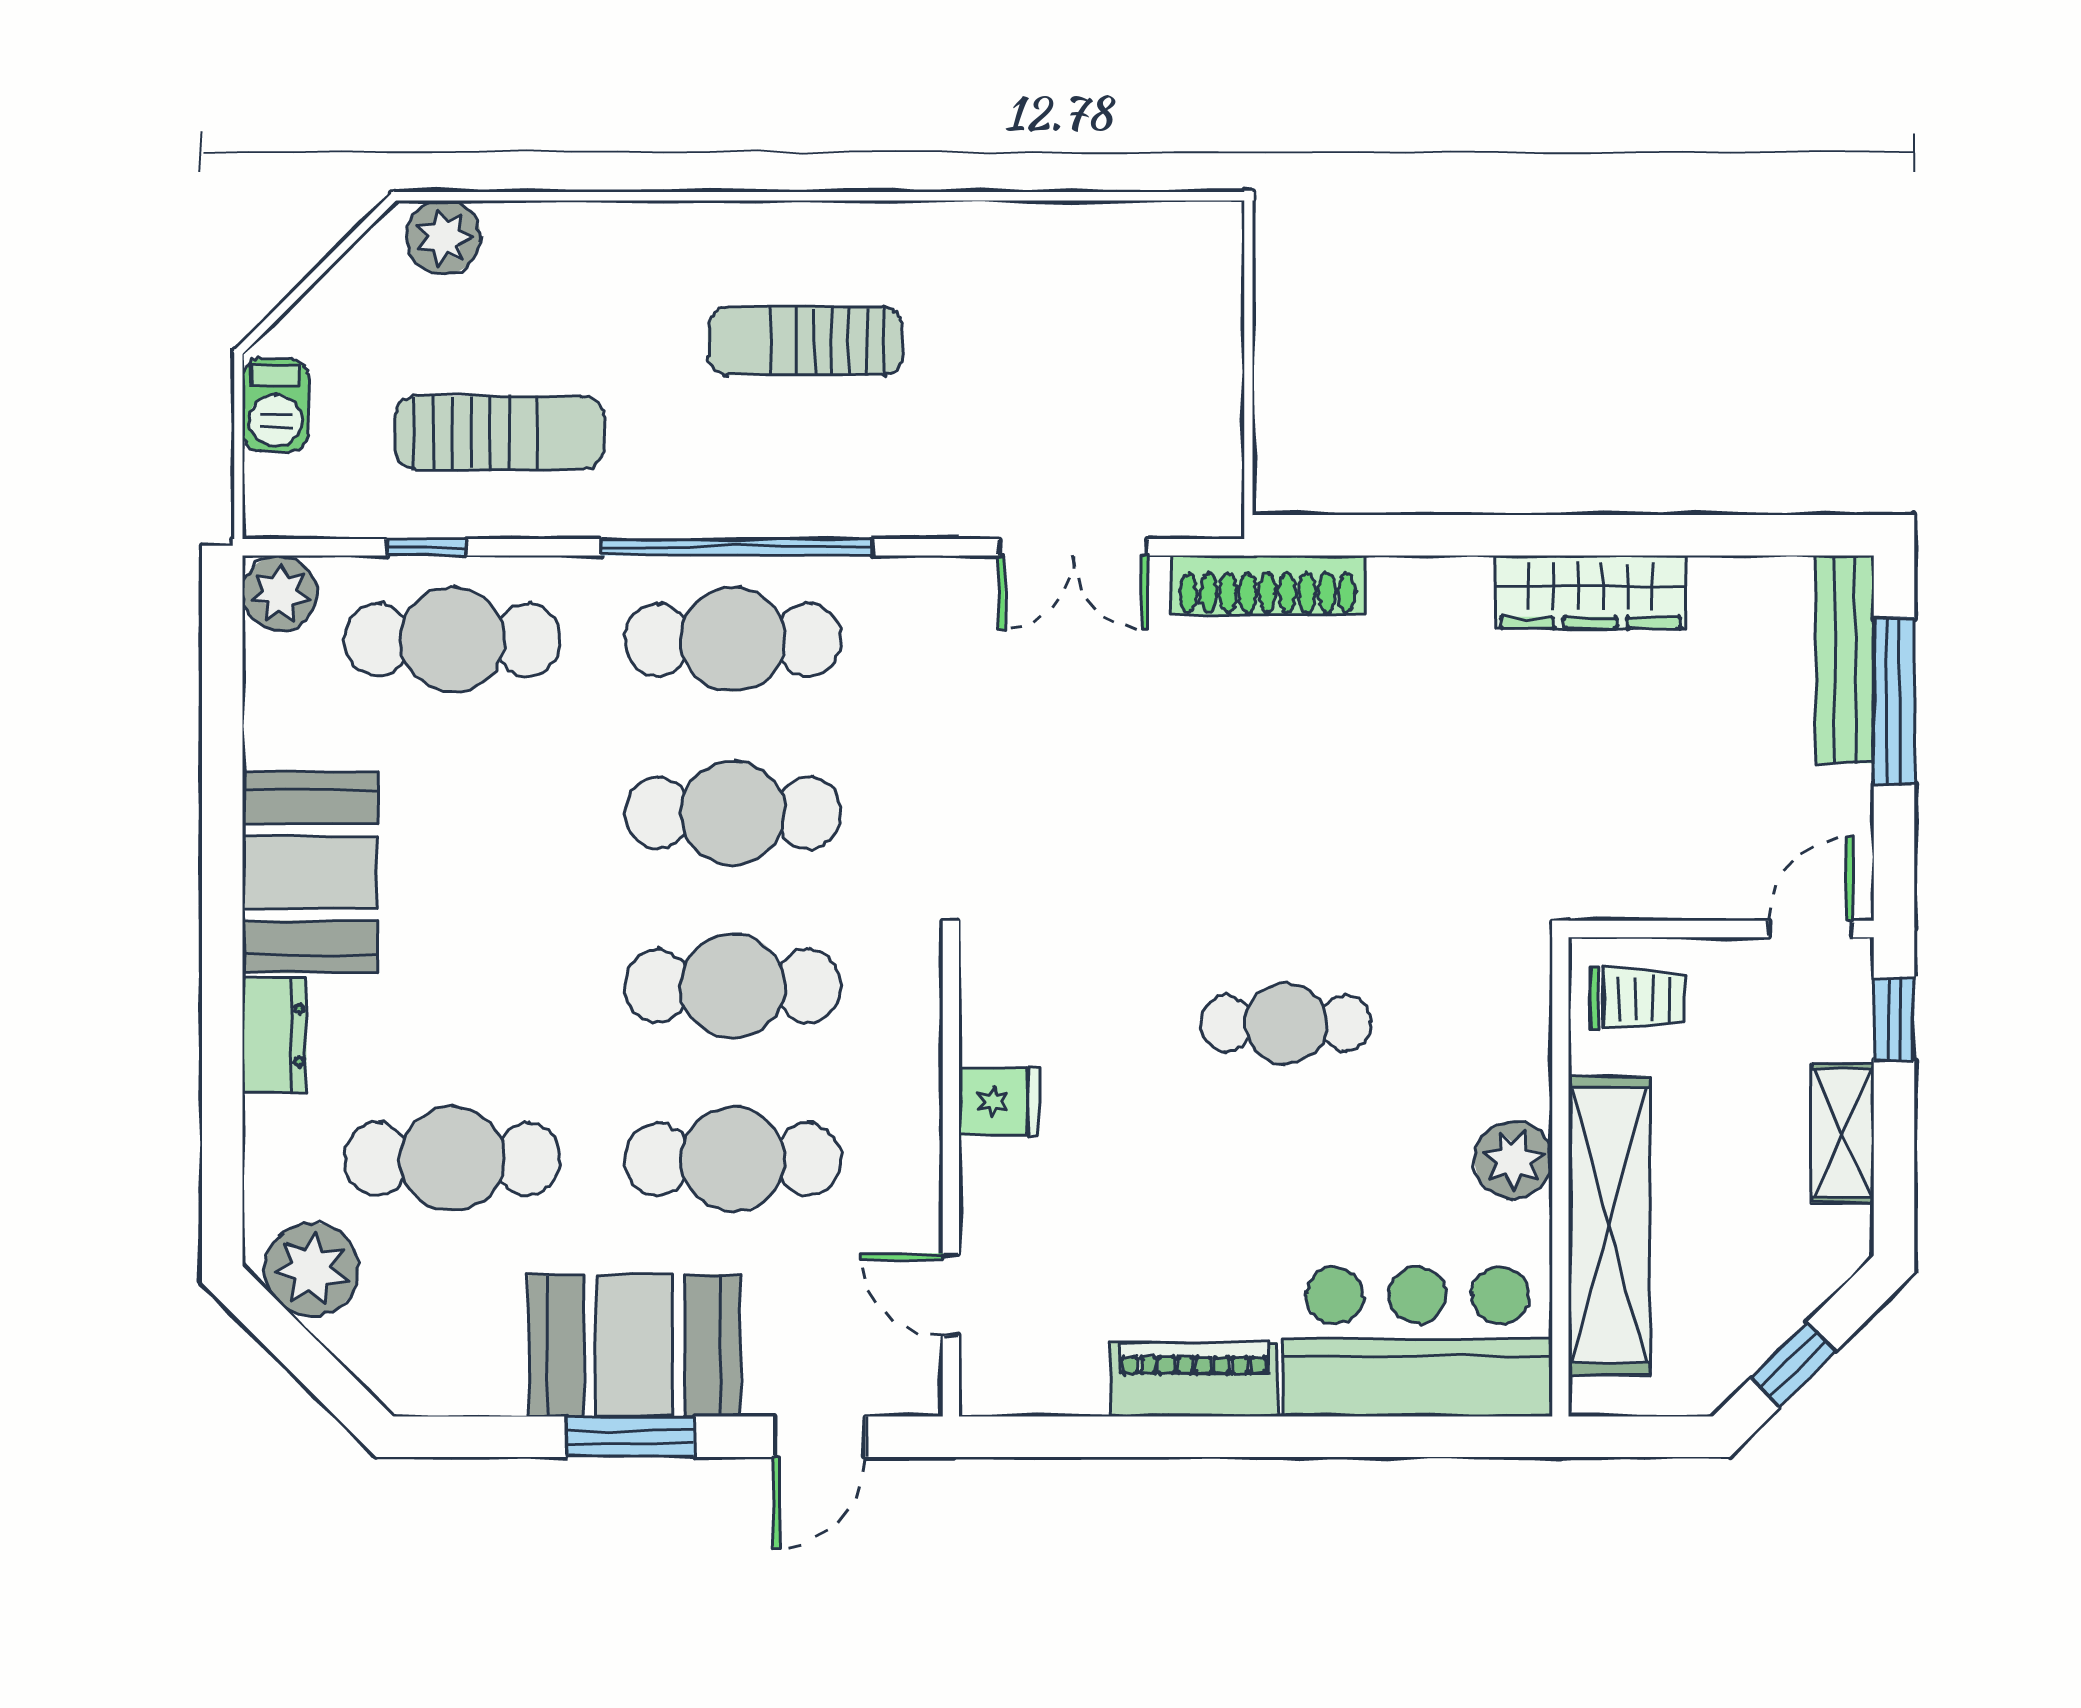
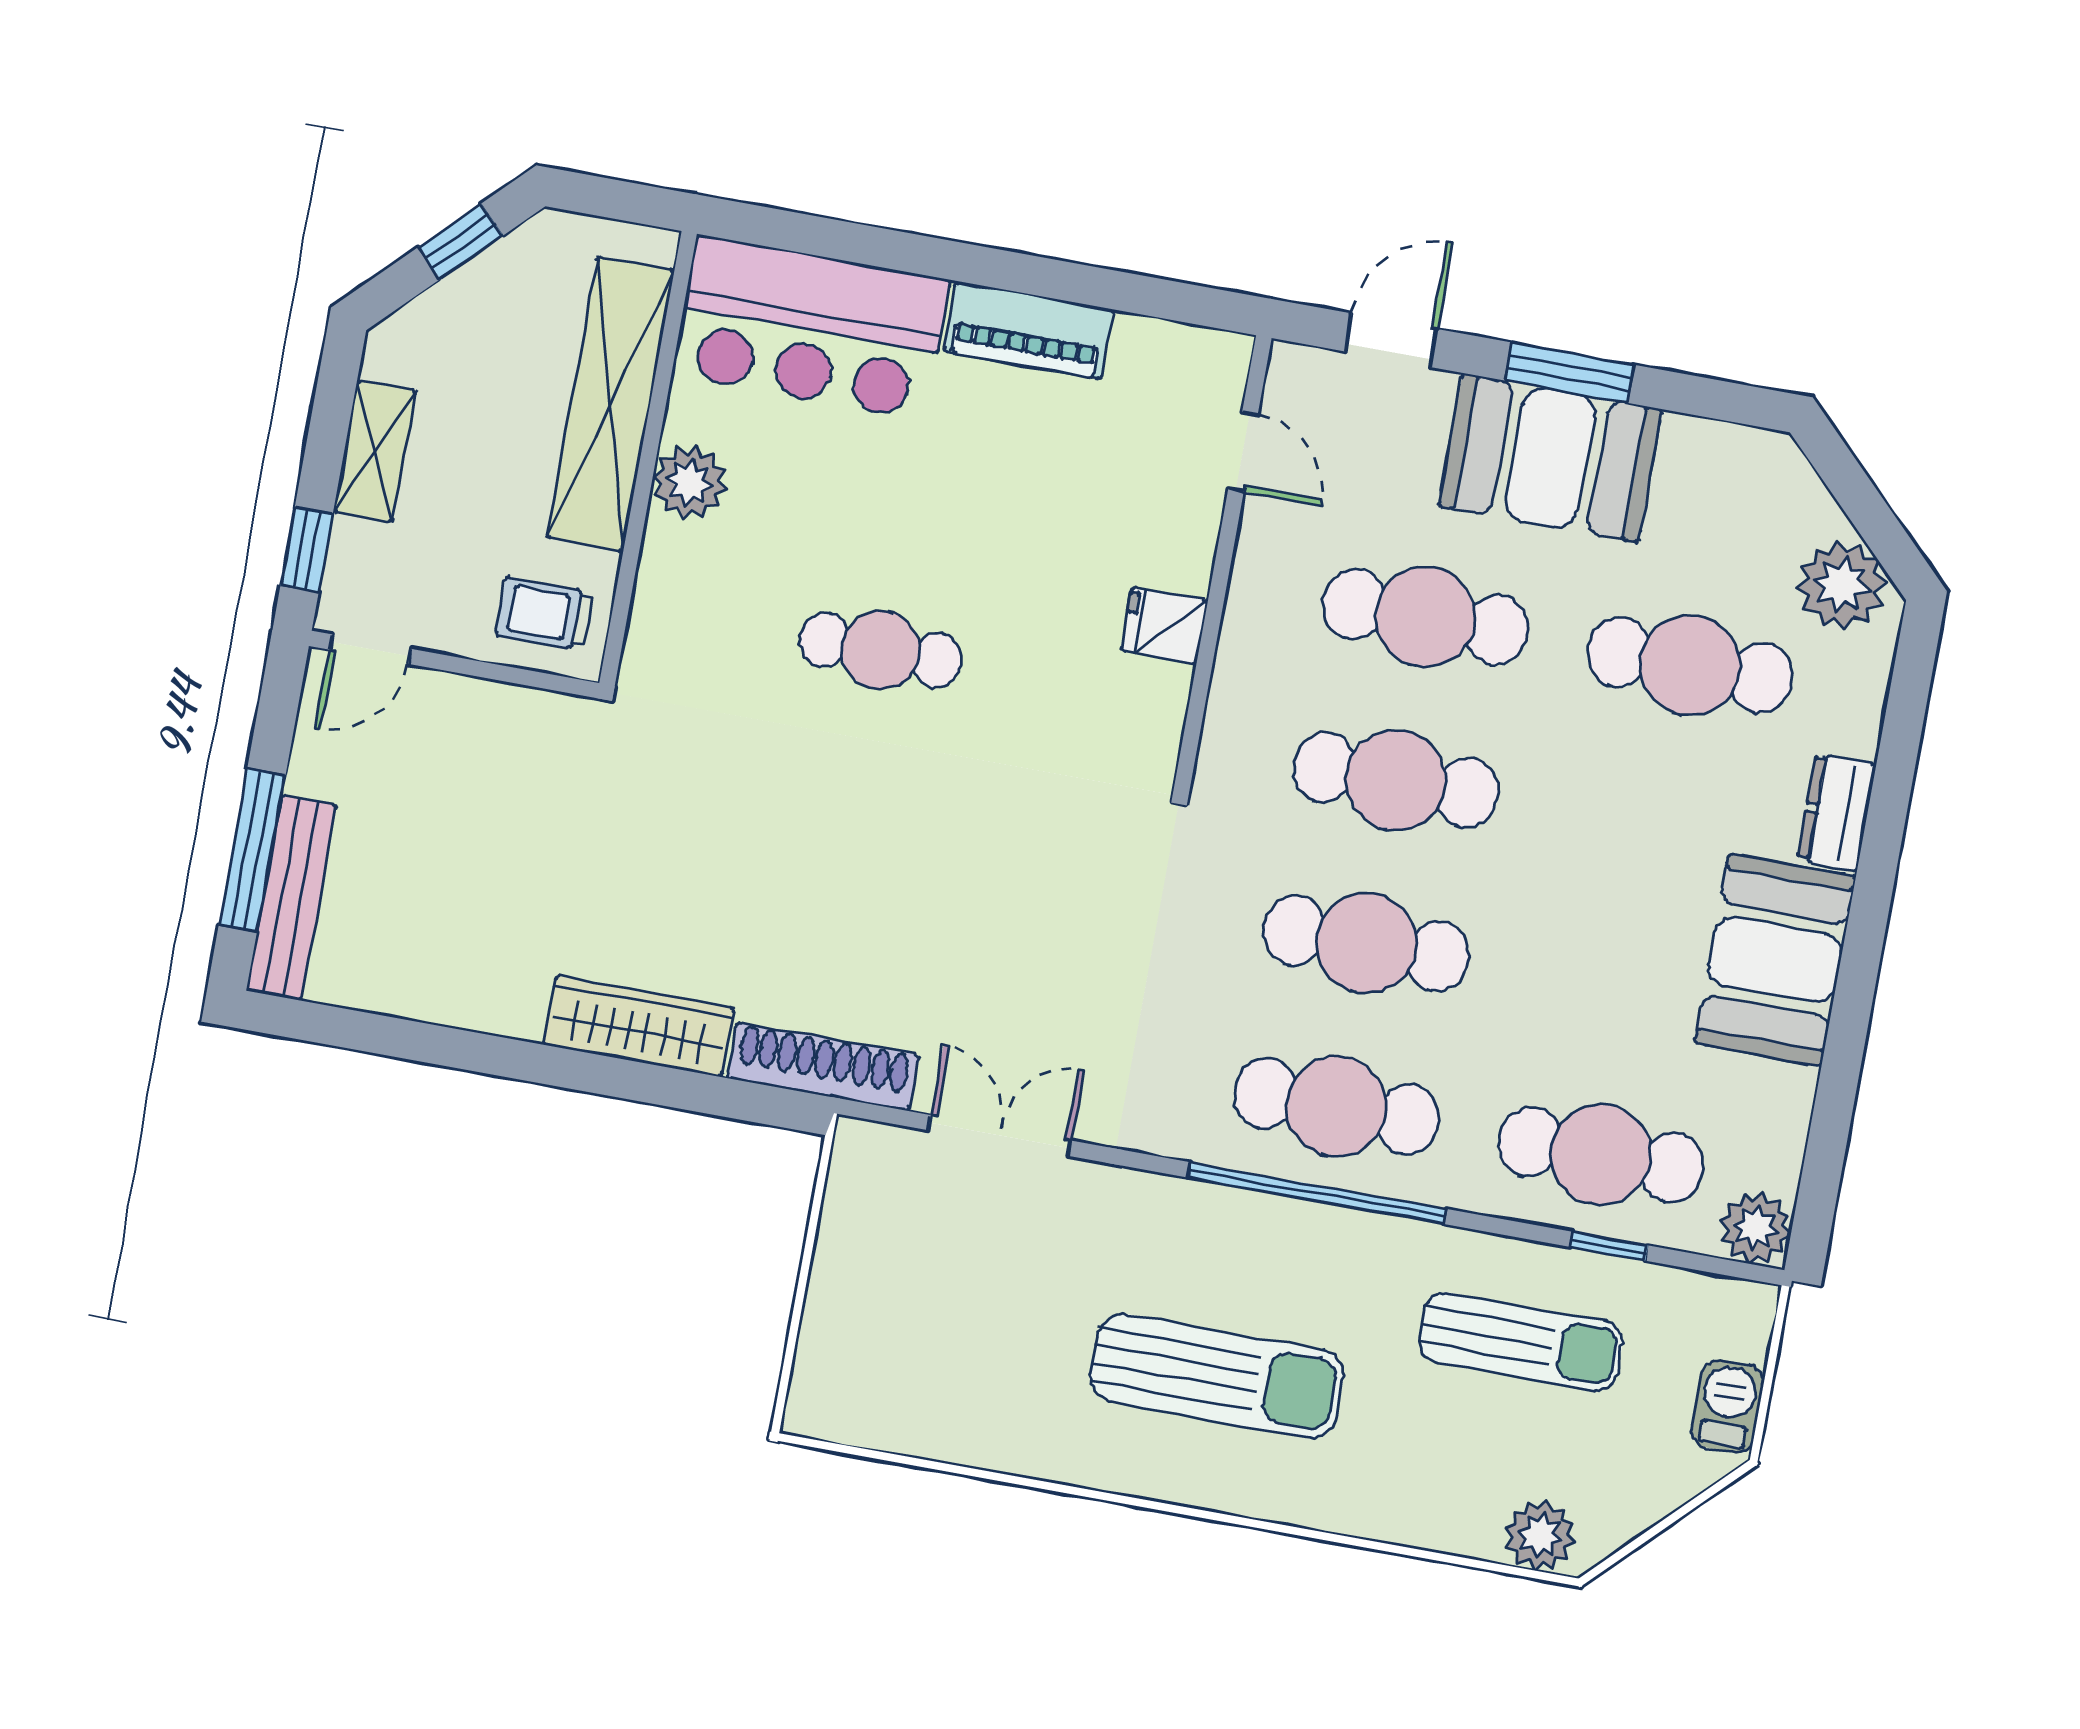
sun lounger: (805, 341) -> (1217, 1376), width x1.36, depth x1.34
sun lounger: (500, 433) -> (1521, 1342), turned 180
wardrobe: (1590, 592) -> (639, 1026), moved

